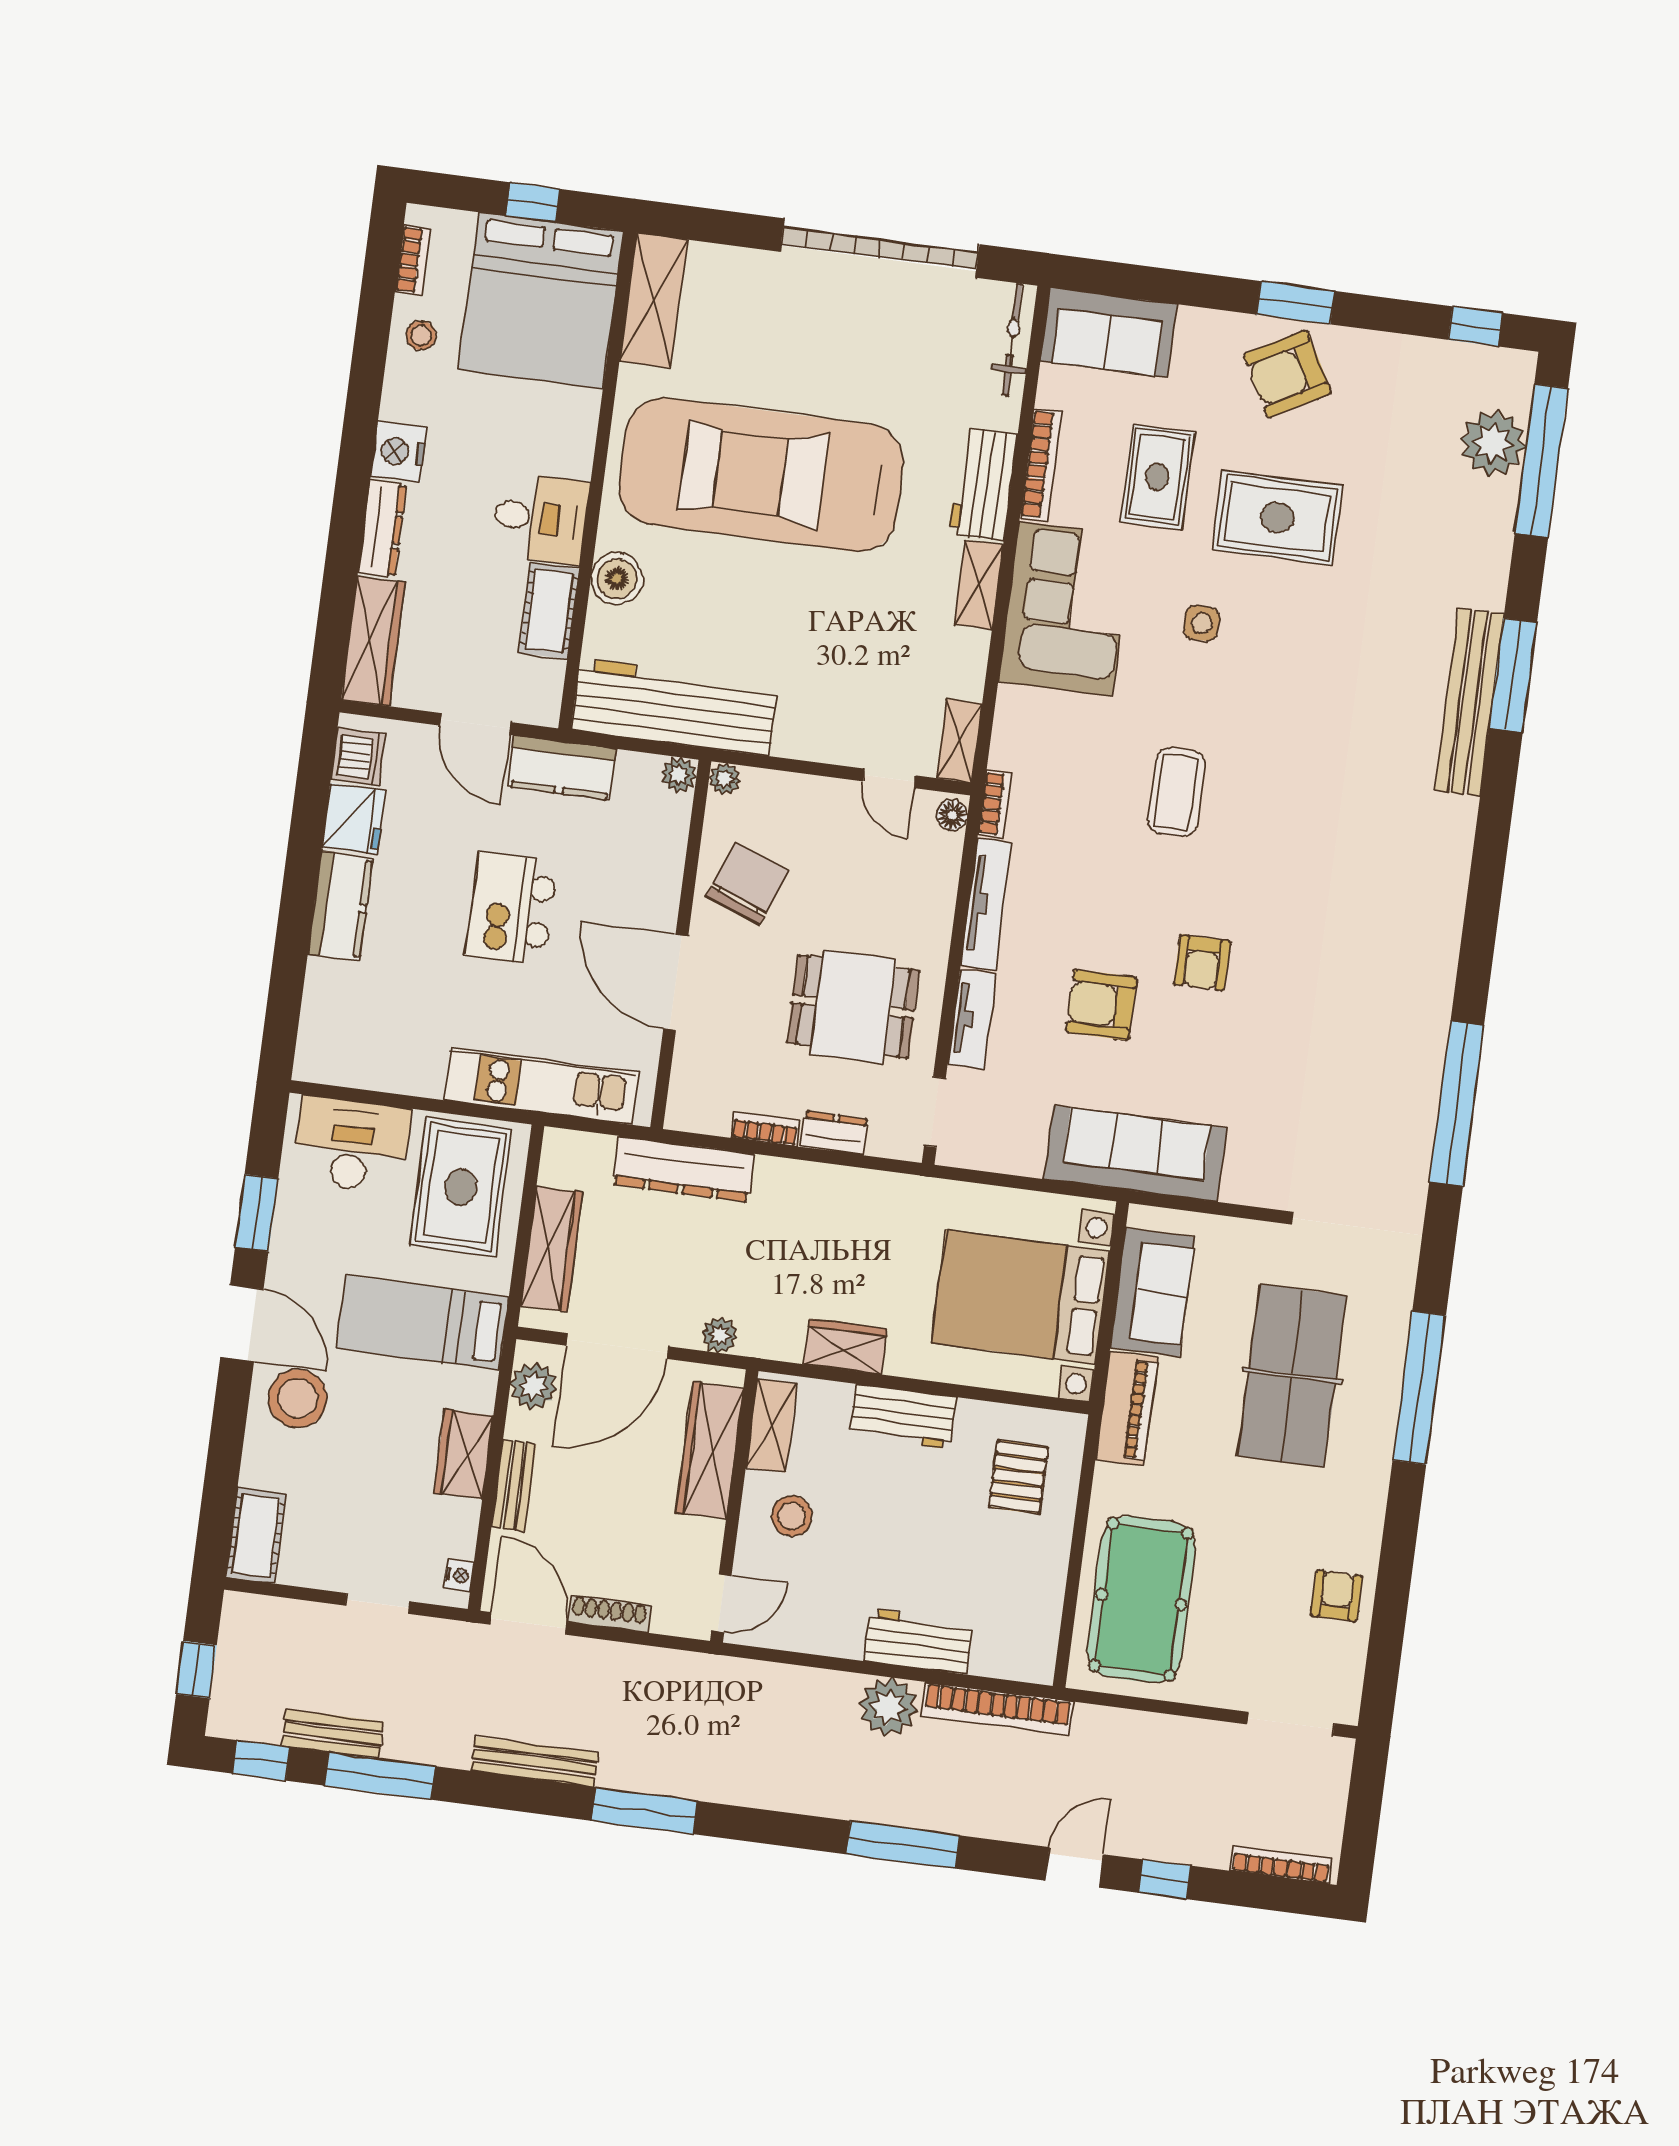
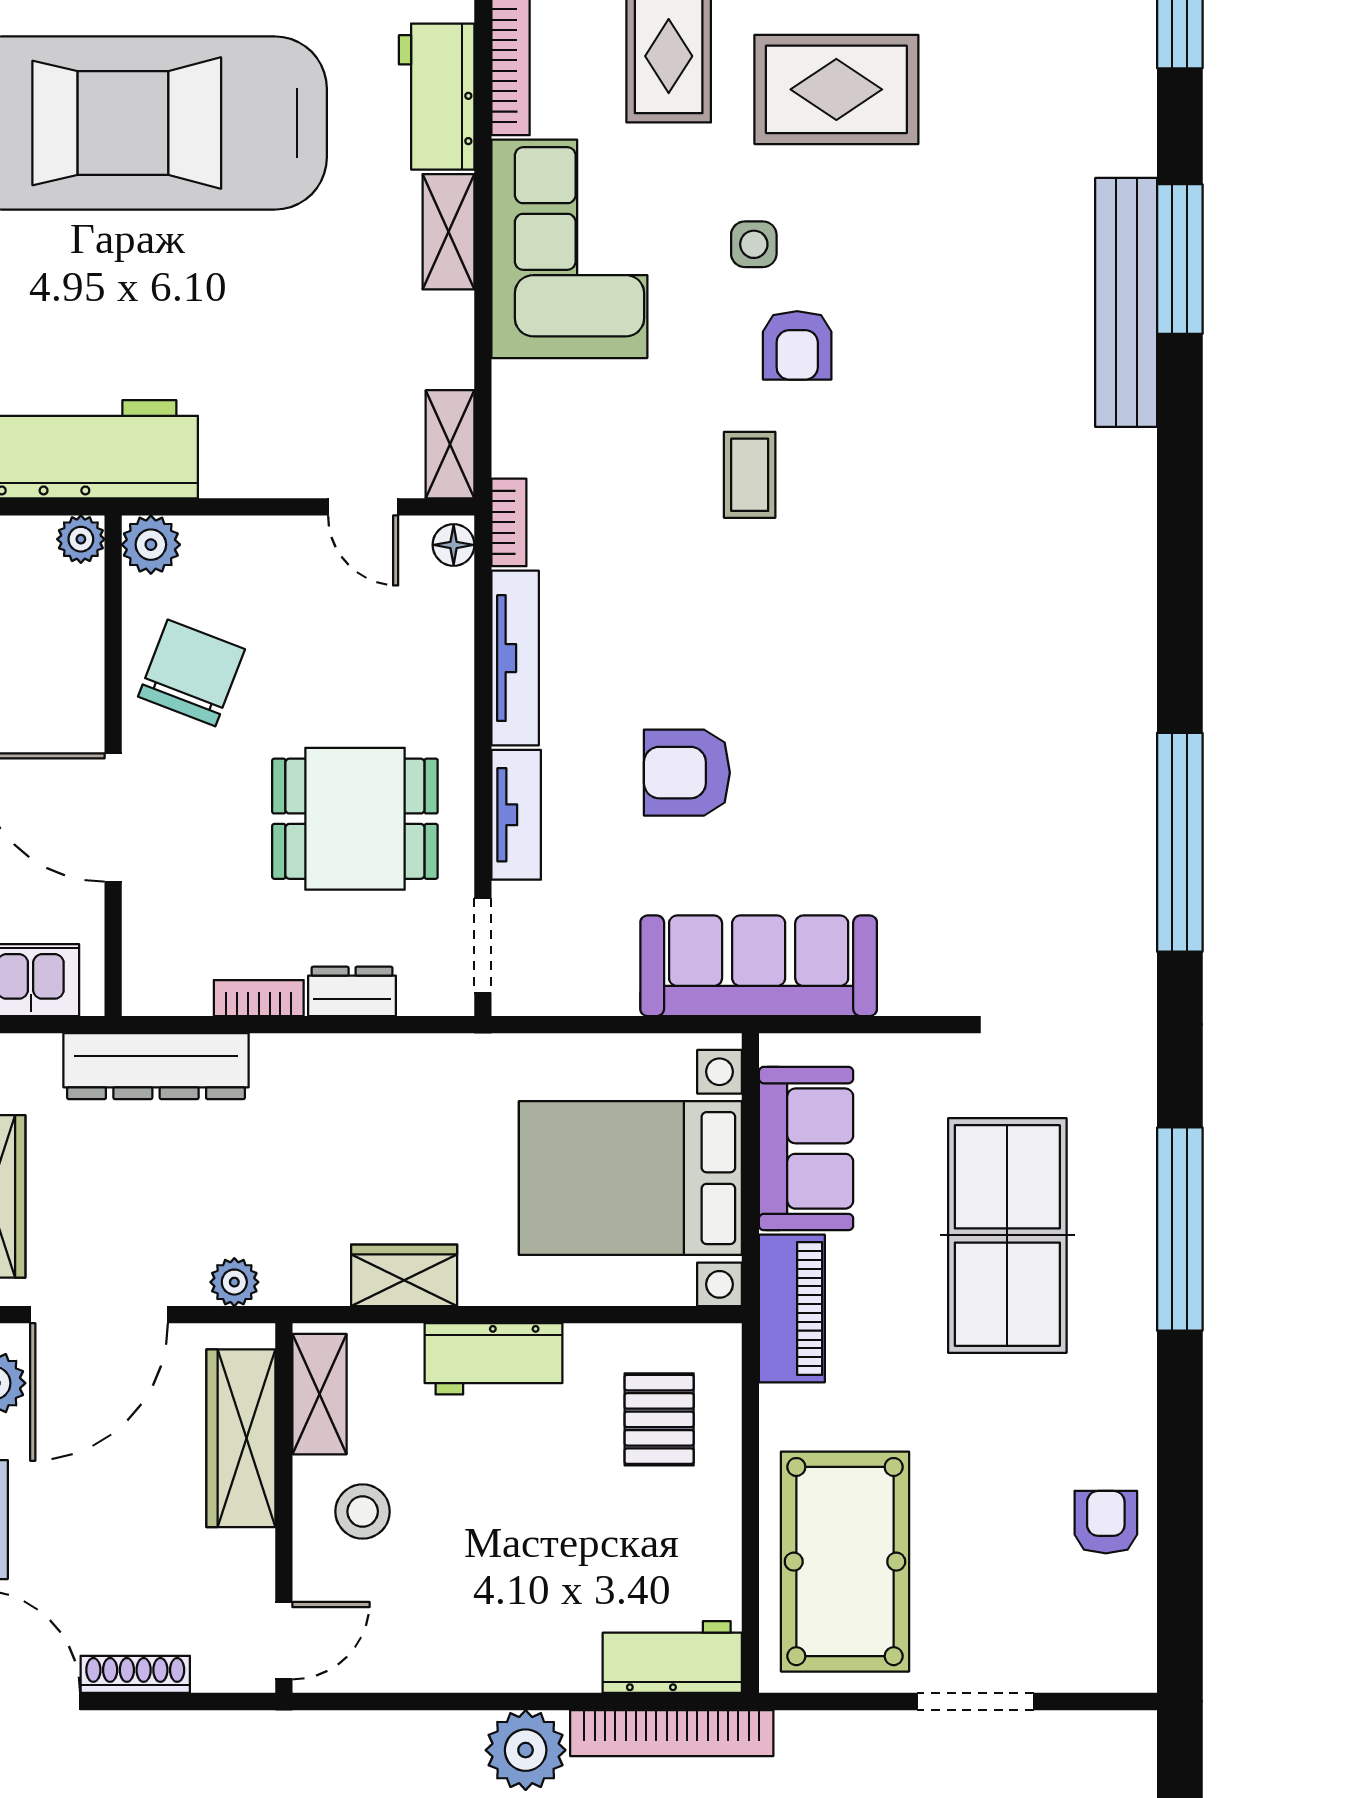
plant: (725, 779) -> (151, 545), width x1.38, depth x1.38
coffee table: (1176, 792) -> (750, 475), width x0.73, depth x0.77
armchair: (1202, 963) -> (797, 345), moved
workbench: (919, 1642) -> (672, 1657), moved
doorway: (1291, 1724) -> (975, 1702), moved

